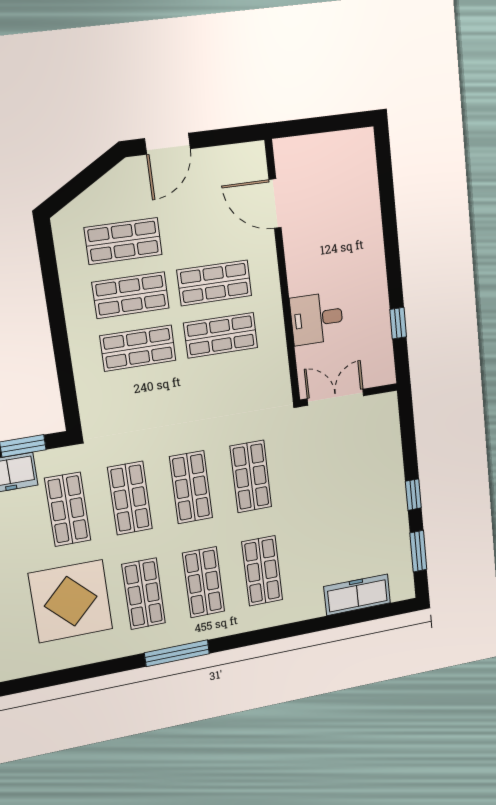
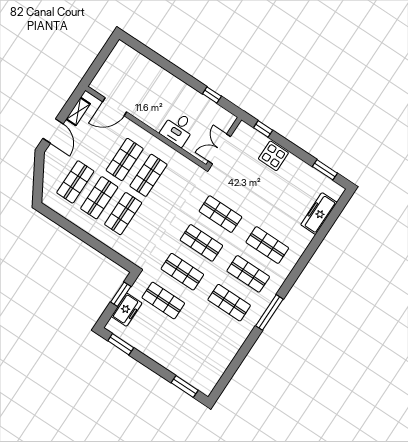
shelving: (226, 156) -> (78, 112), added
window: (413, 495) -> (263, 129), moved
display table: (71, 601) -> (273, 156), moved, width x0.54, depth x0.54

